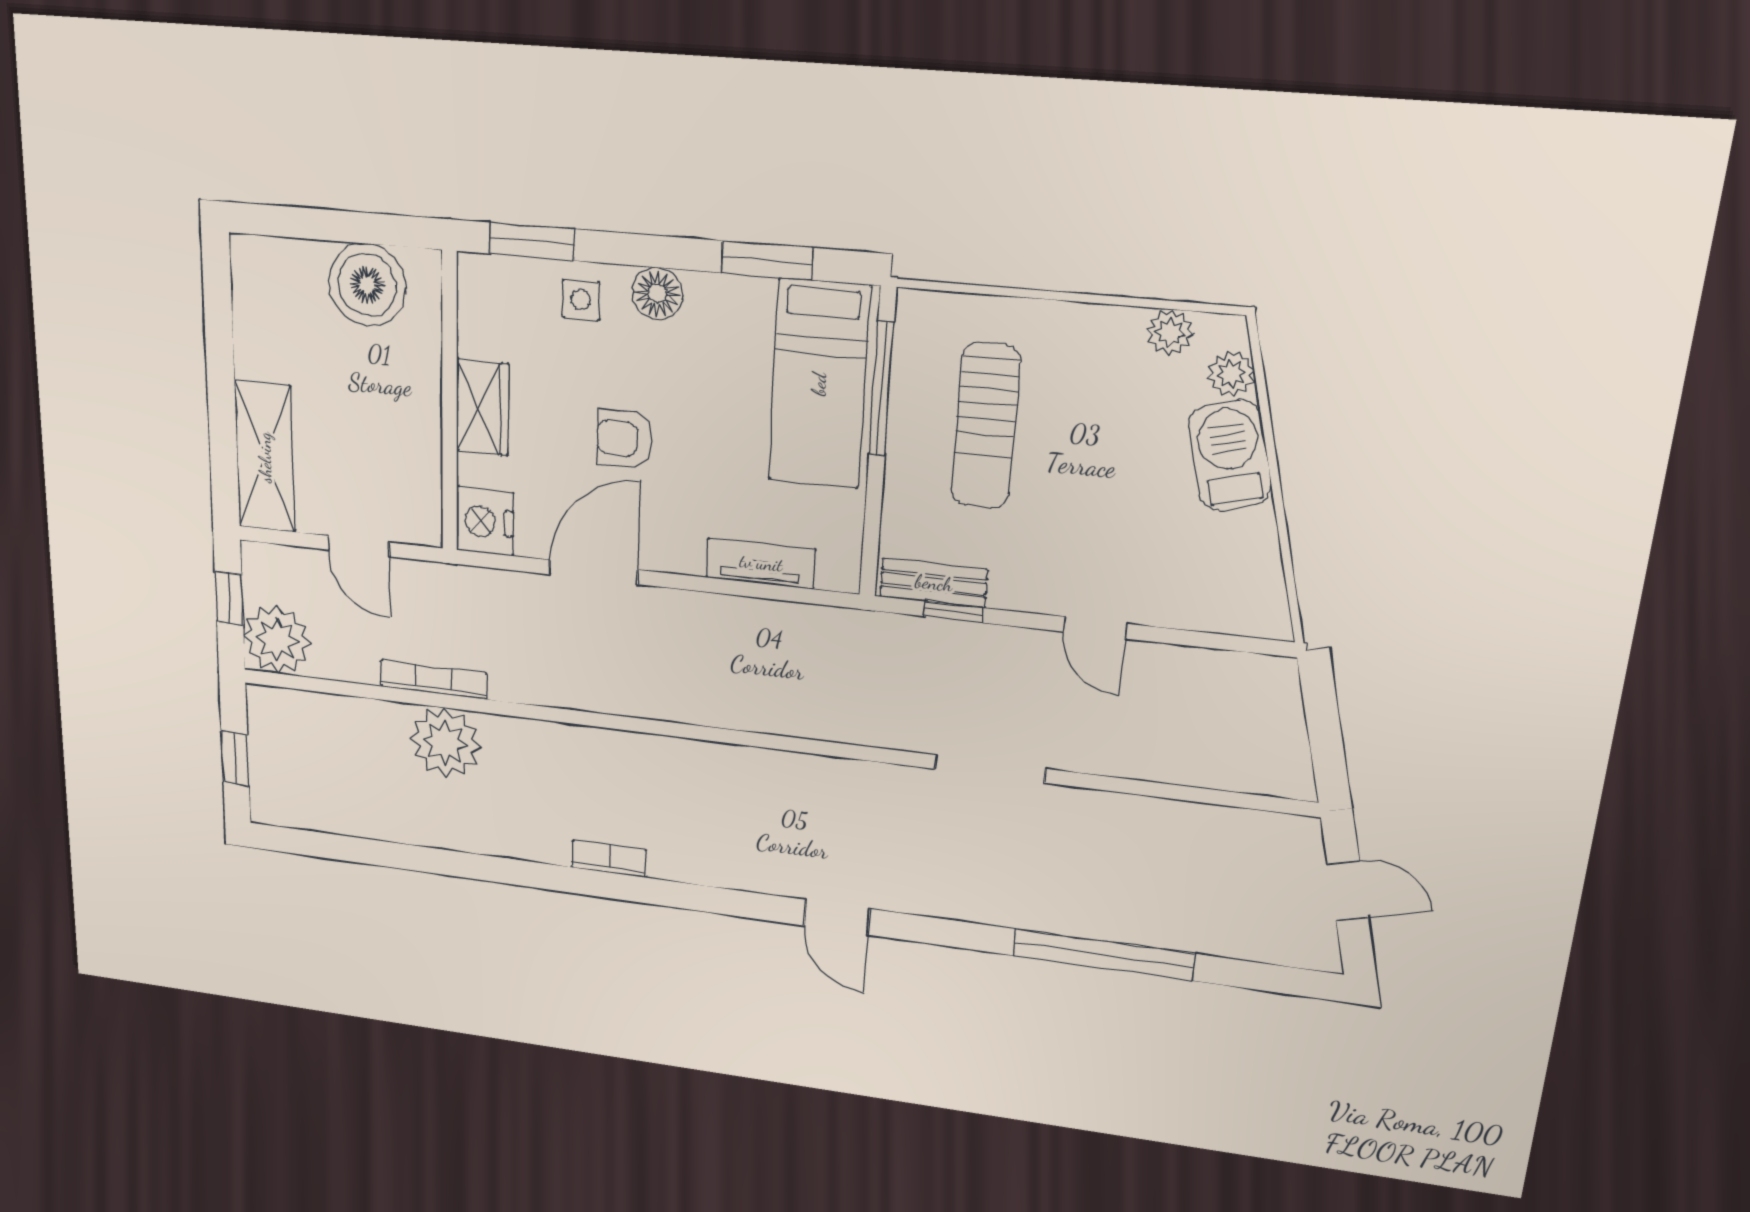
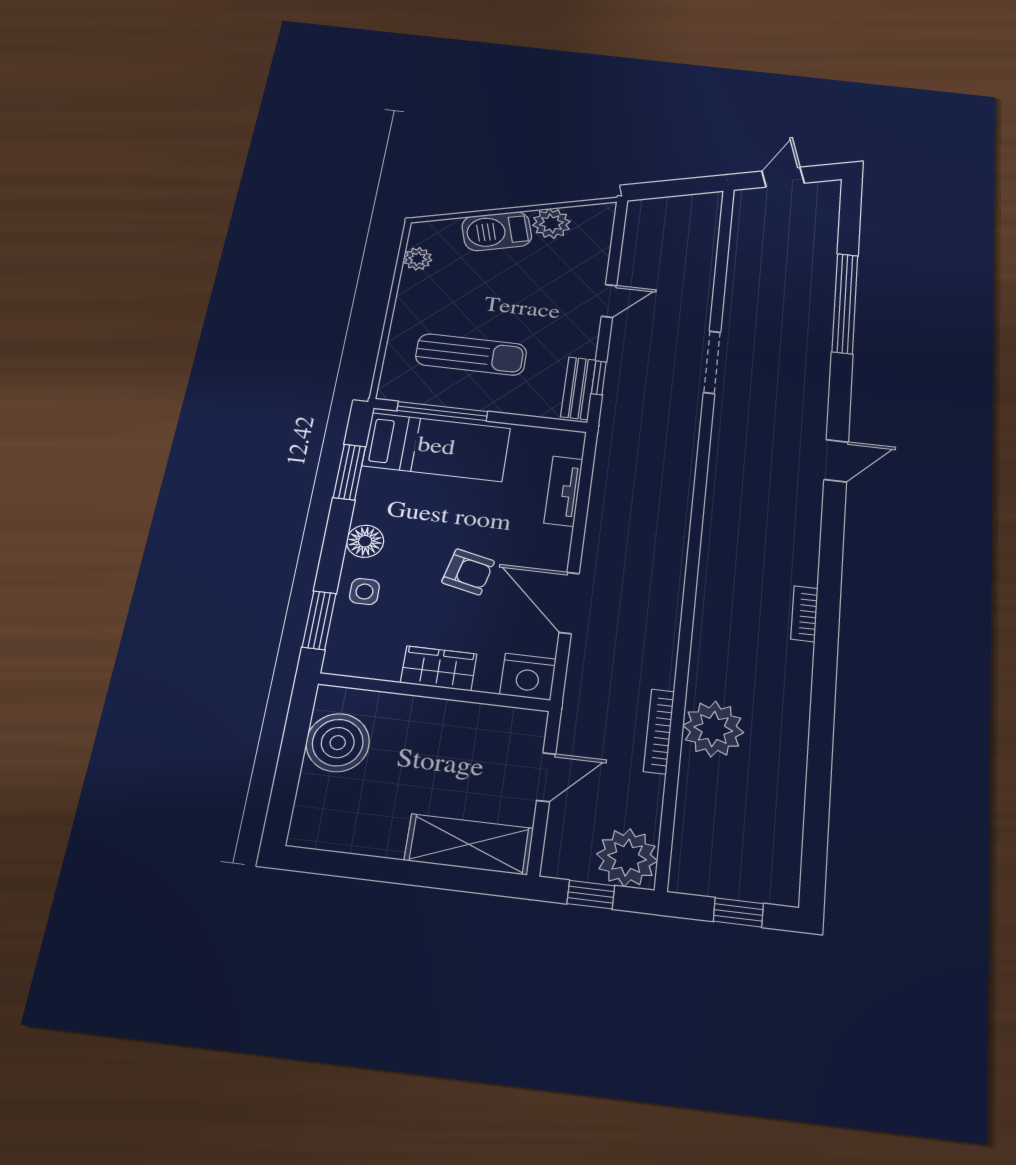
plant: (1231, 374) -> (551, 223), moved, width x1.38, depth x1.38
armchair: (625, 439) -> (468, 572), turned -77

